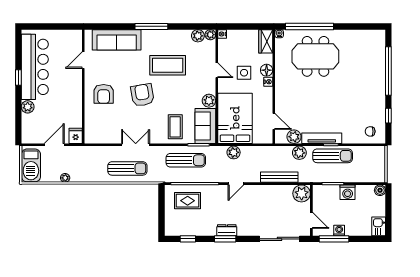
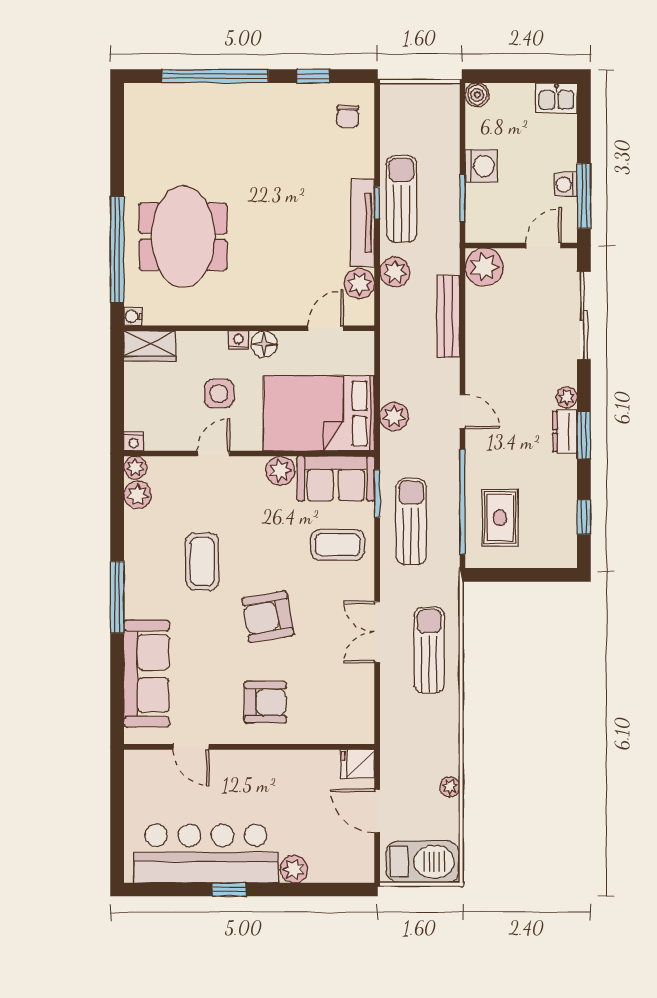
coffee table: (168, 65) -> (202, 561), width x0.73, depth x0.76
floor lamp: (267, 70) -> (264, 344), moved
plant: (242, 231) -> (567, 397), added

